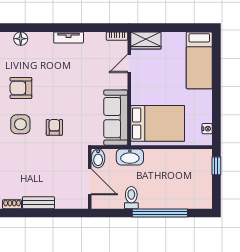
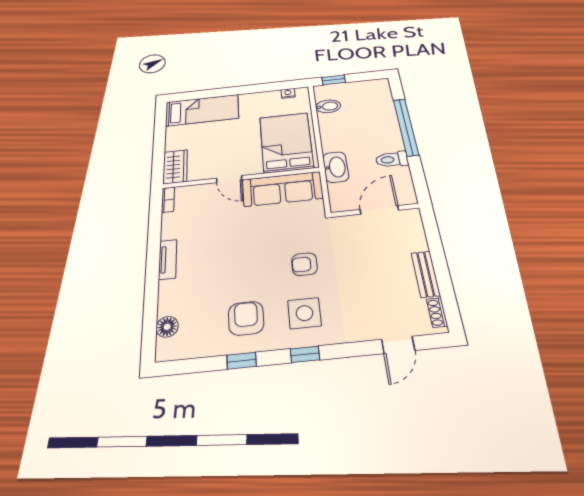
door: (129, 63) -> (229, 179), moved
armchair: (21, 88) -> (246, 318), turned 180
bidet: (98, 158) -> (328, 106), moved

